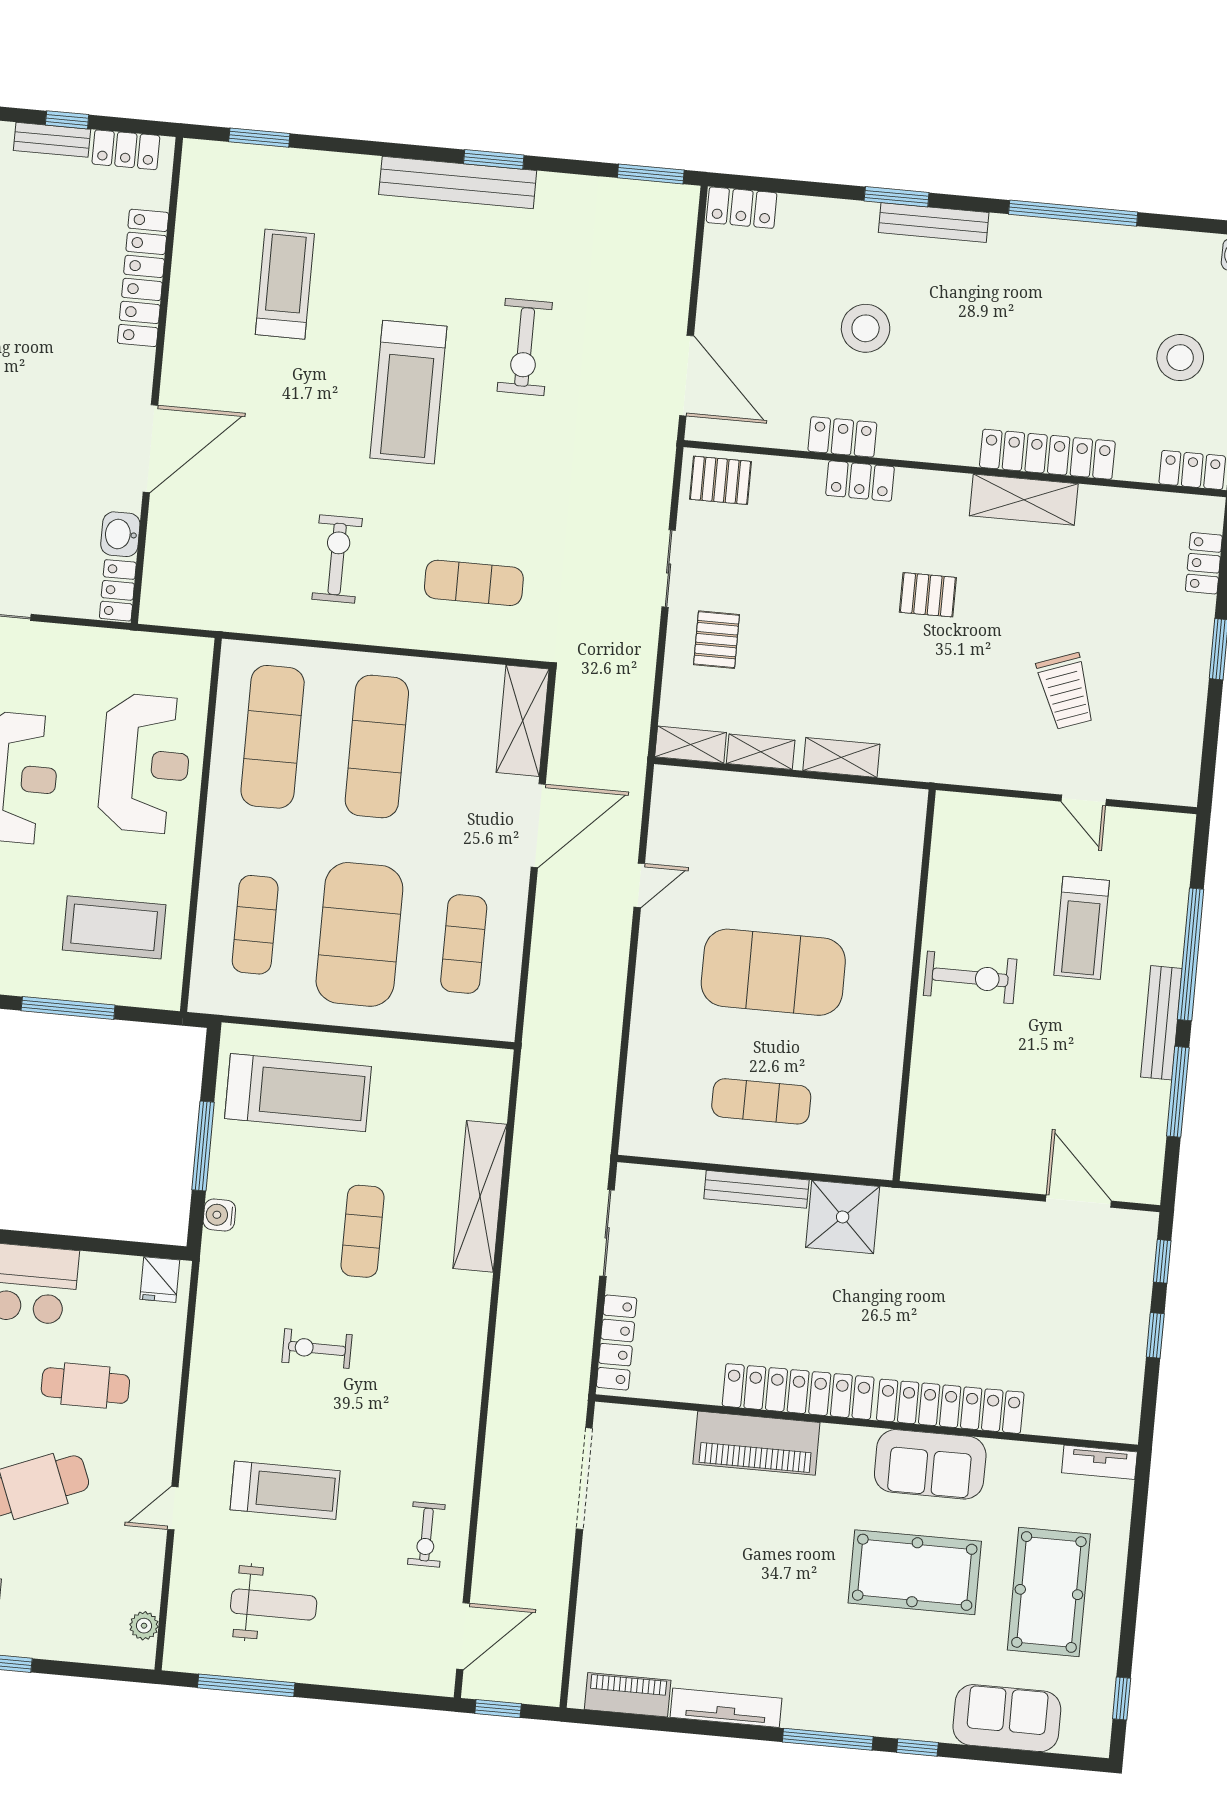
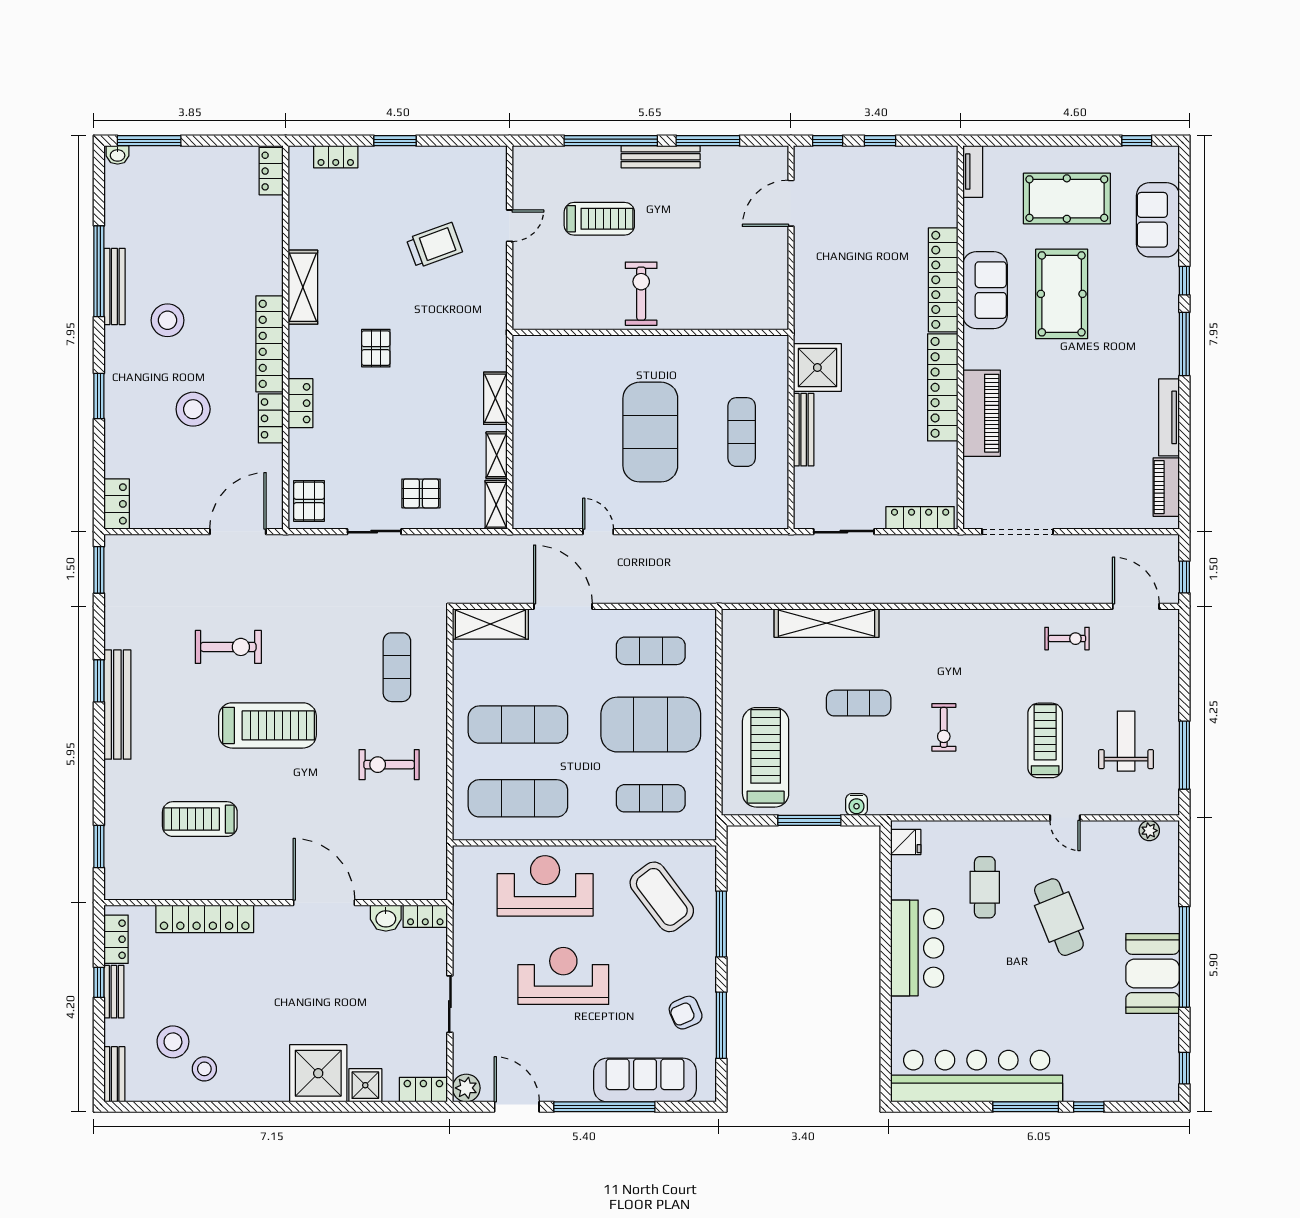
bench: (934, 223) -> (114, 286), moved
stool: (1180, 358) -> (168, 320), moved
locker: (1047, 454) -> (269, 344), moved
coffee table: (114, 927) -> (662, 897), turned -37

